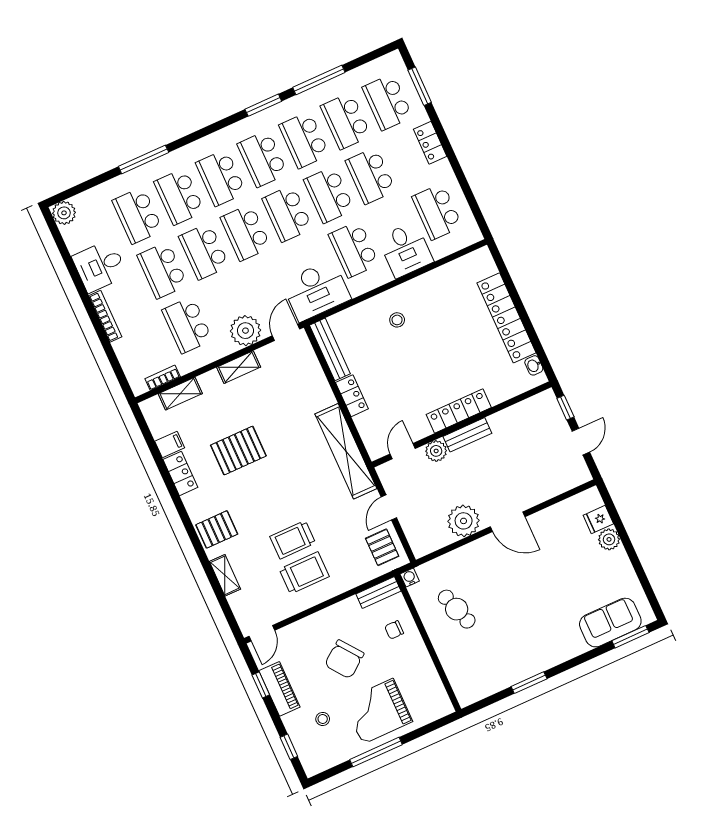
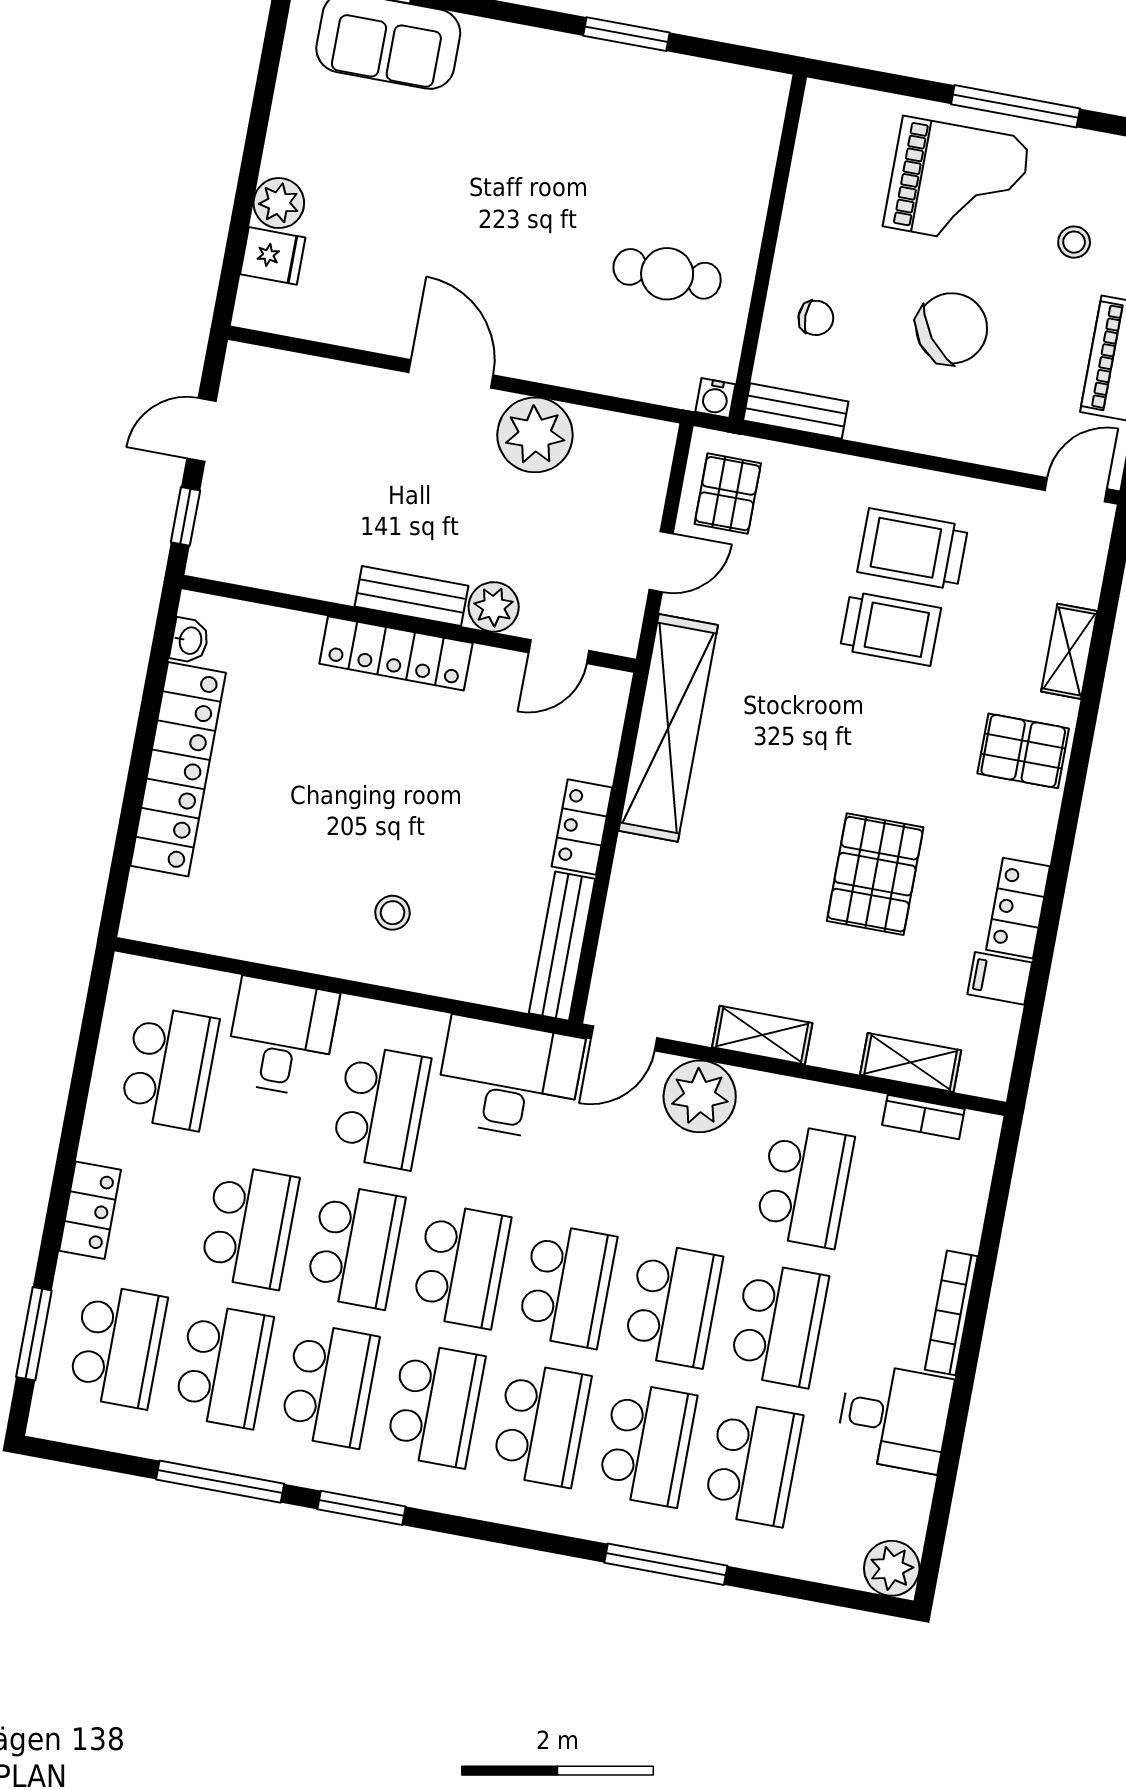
pallet: (238, 451) -> (875, 874), turned 90
cafe table: (457, 609) -> (667, 274), turned -72

